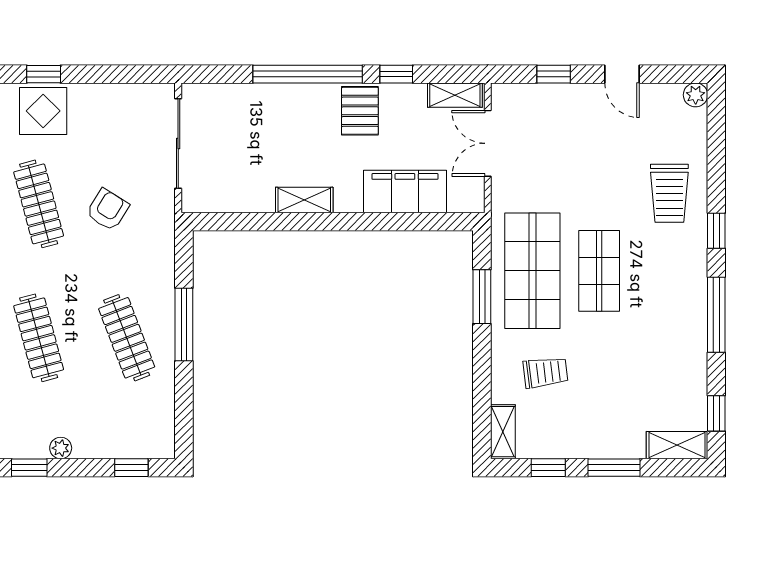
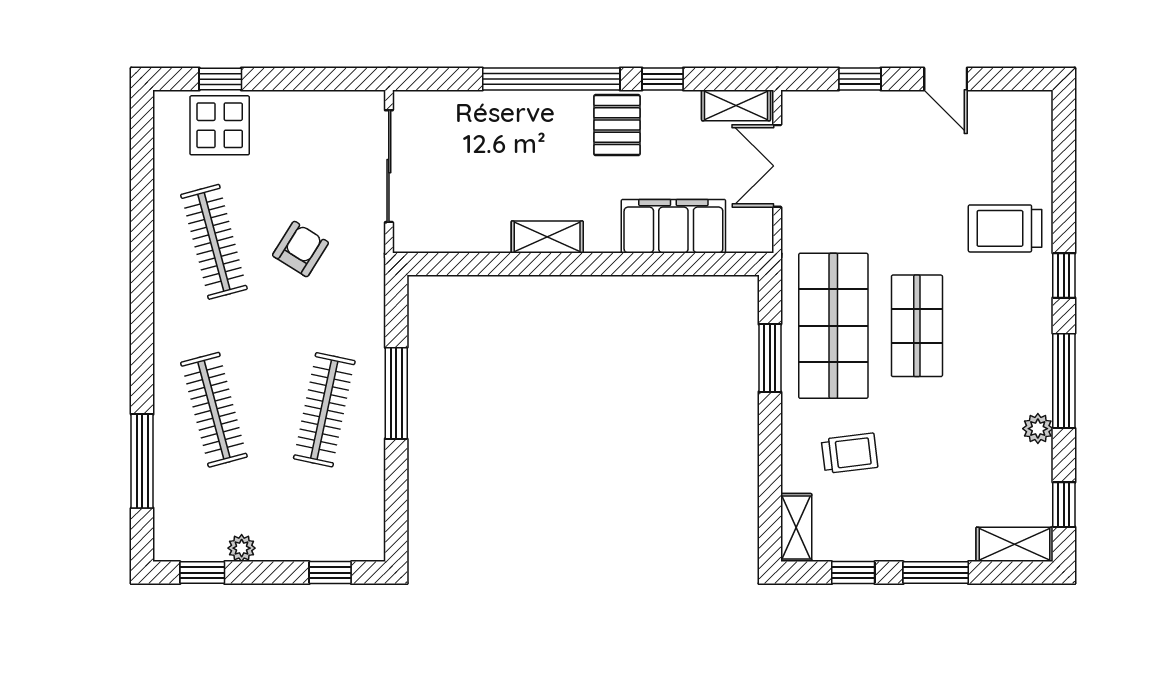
plant: (696, 95) -> (1038, 429), moved
trolley: (669, 193) -> (1005, 228), turned 90
clothes rail: (127, 338) -> (324, 410), turned 33

